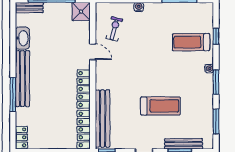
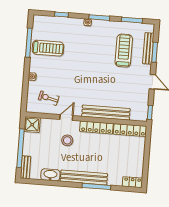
treadmill: (191, 42) -> (48, 48), moved, turned -90
stool: (65, 55) -> (67, 140), added
treadmill: (160, 106) -> (124, 51), moved
bench: (103, 119) -> (106, 112), moved

